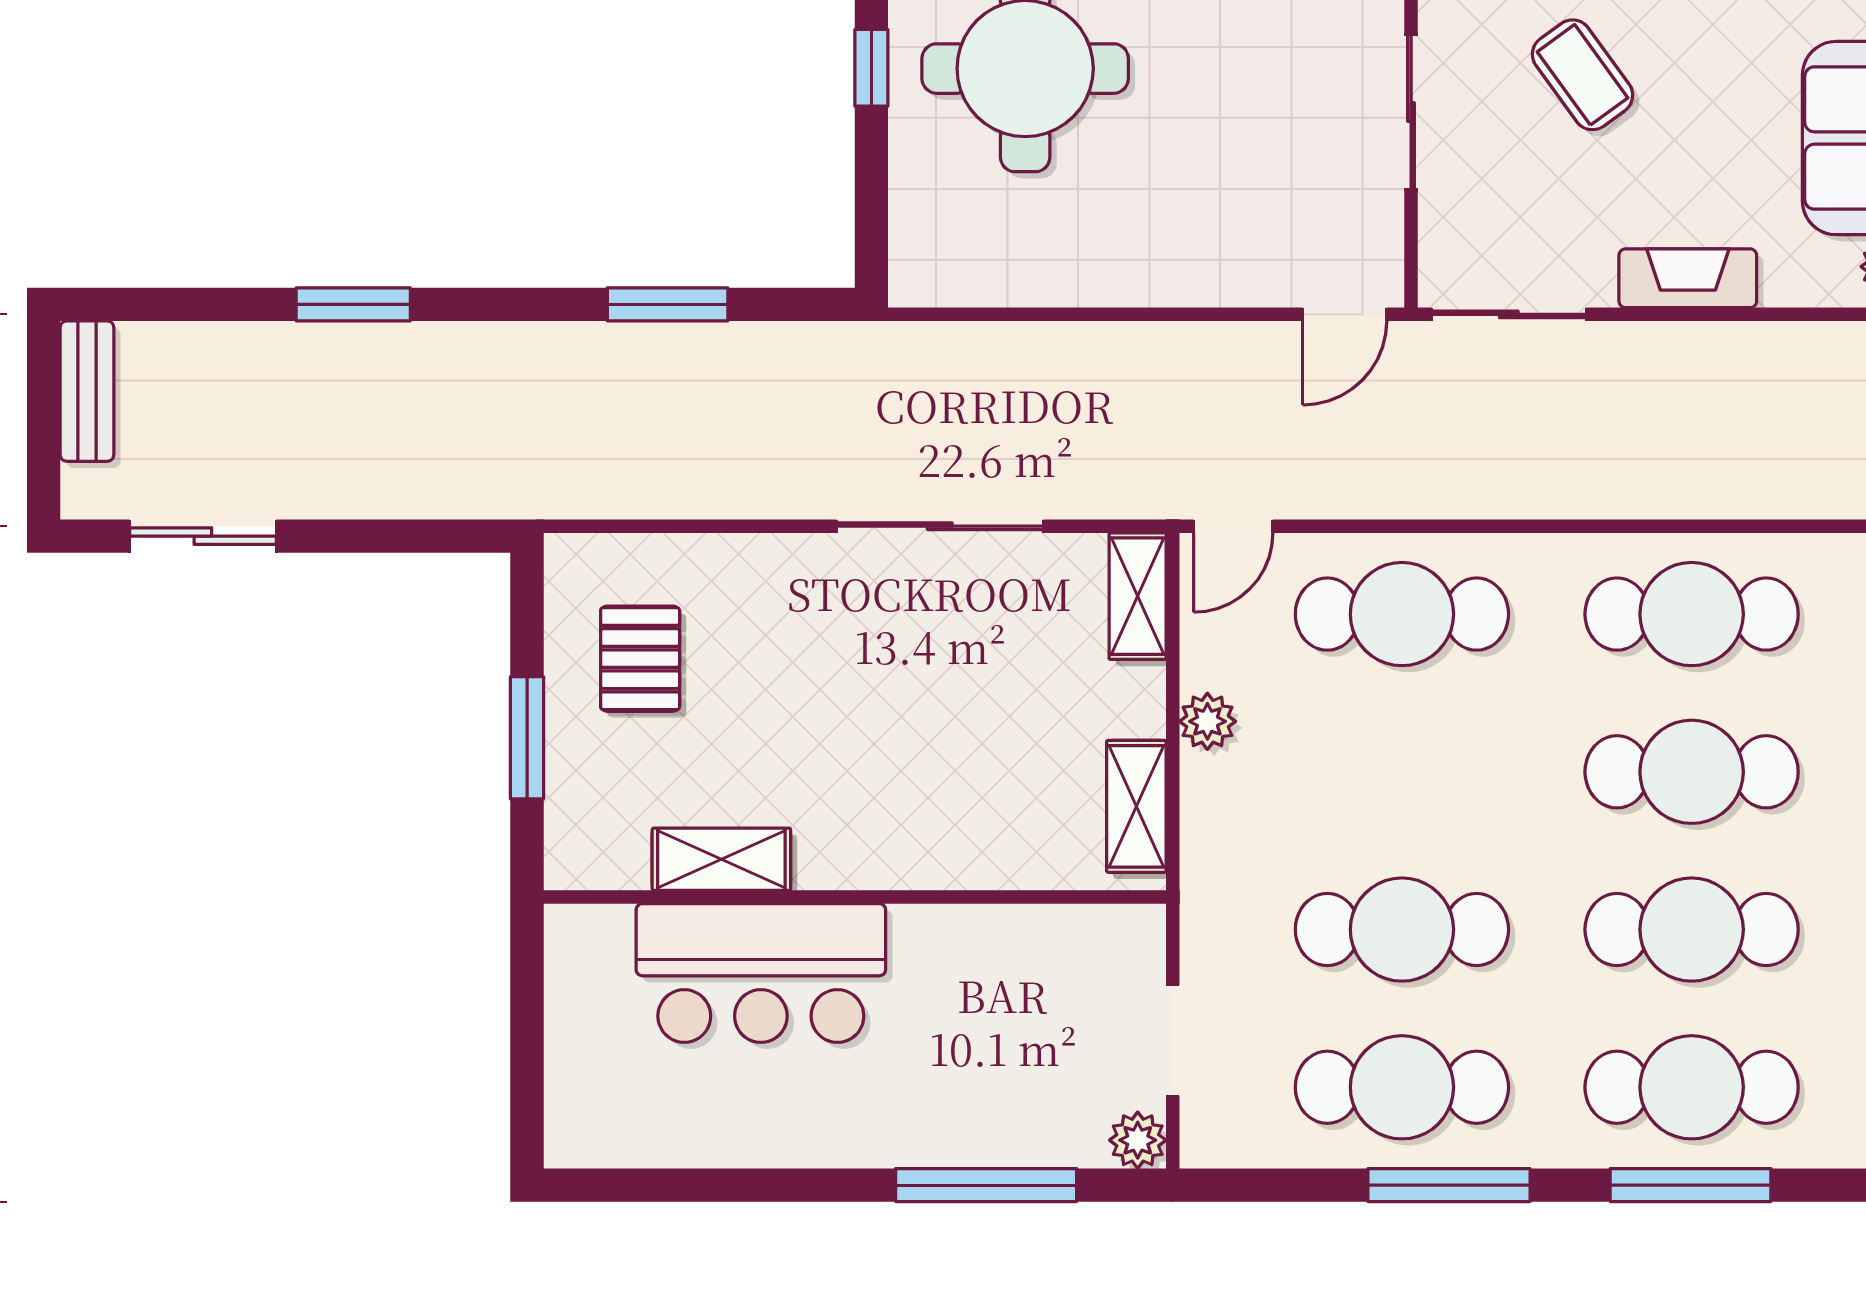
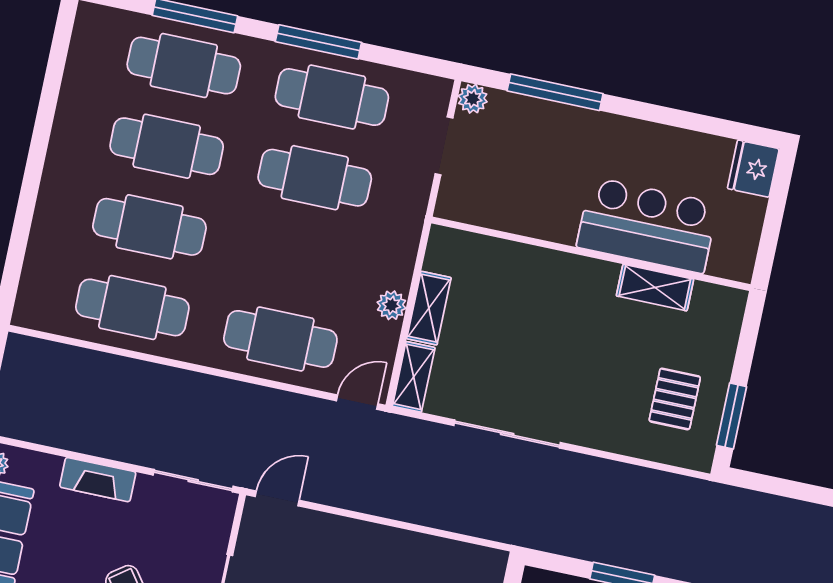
window: (527, 738) -> (732, 416), moved
shelving: (1136, 806) -> (429, 308), moved
fridge: (585, 1121) -> (753, 169), added

